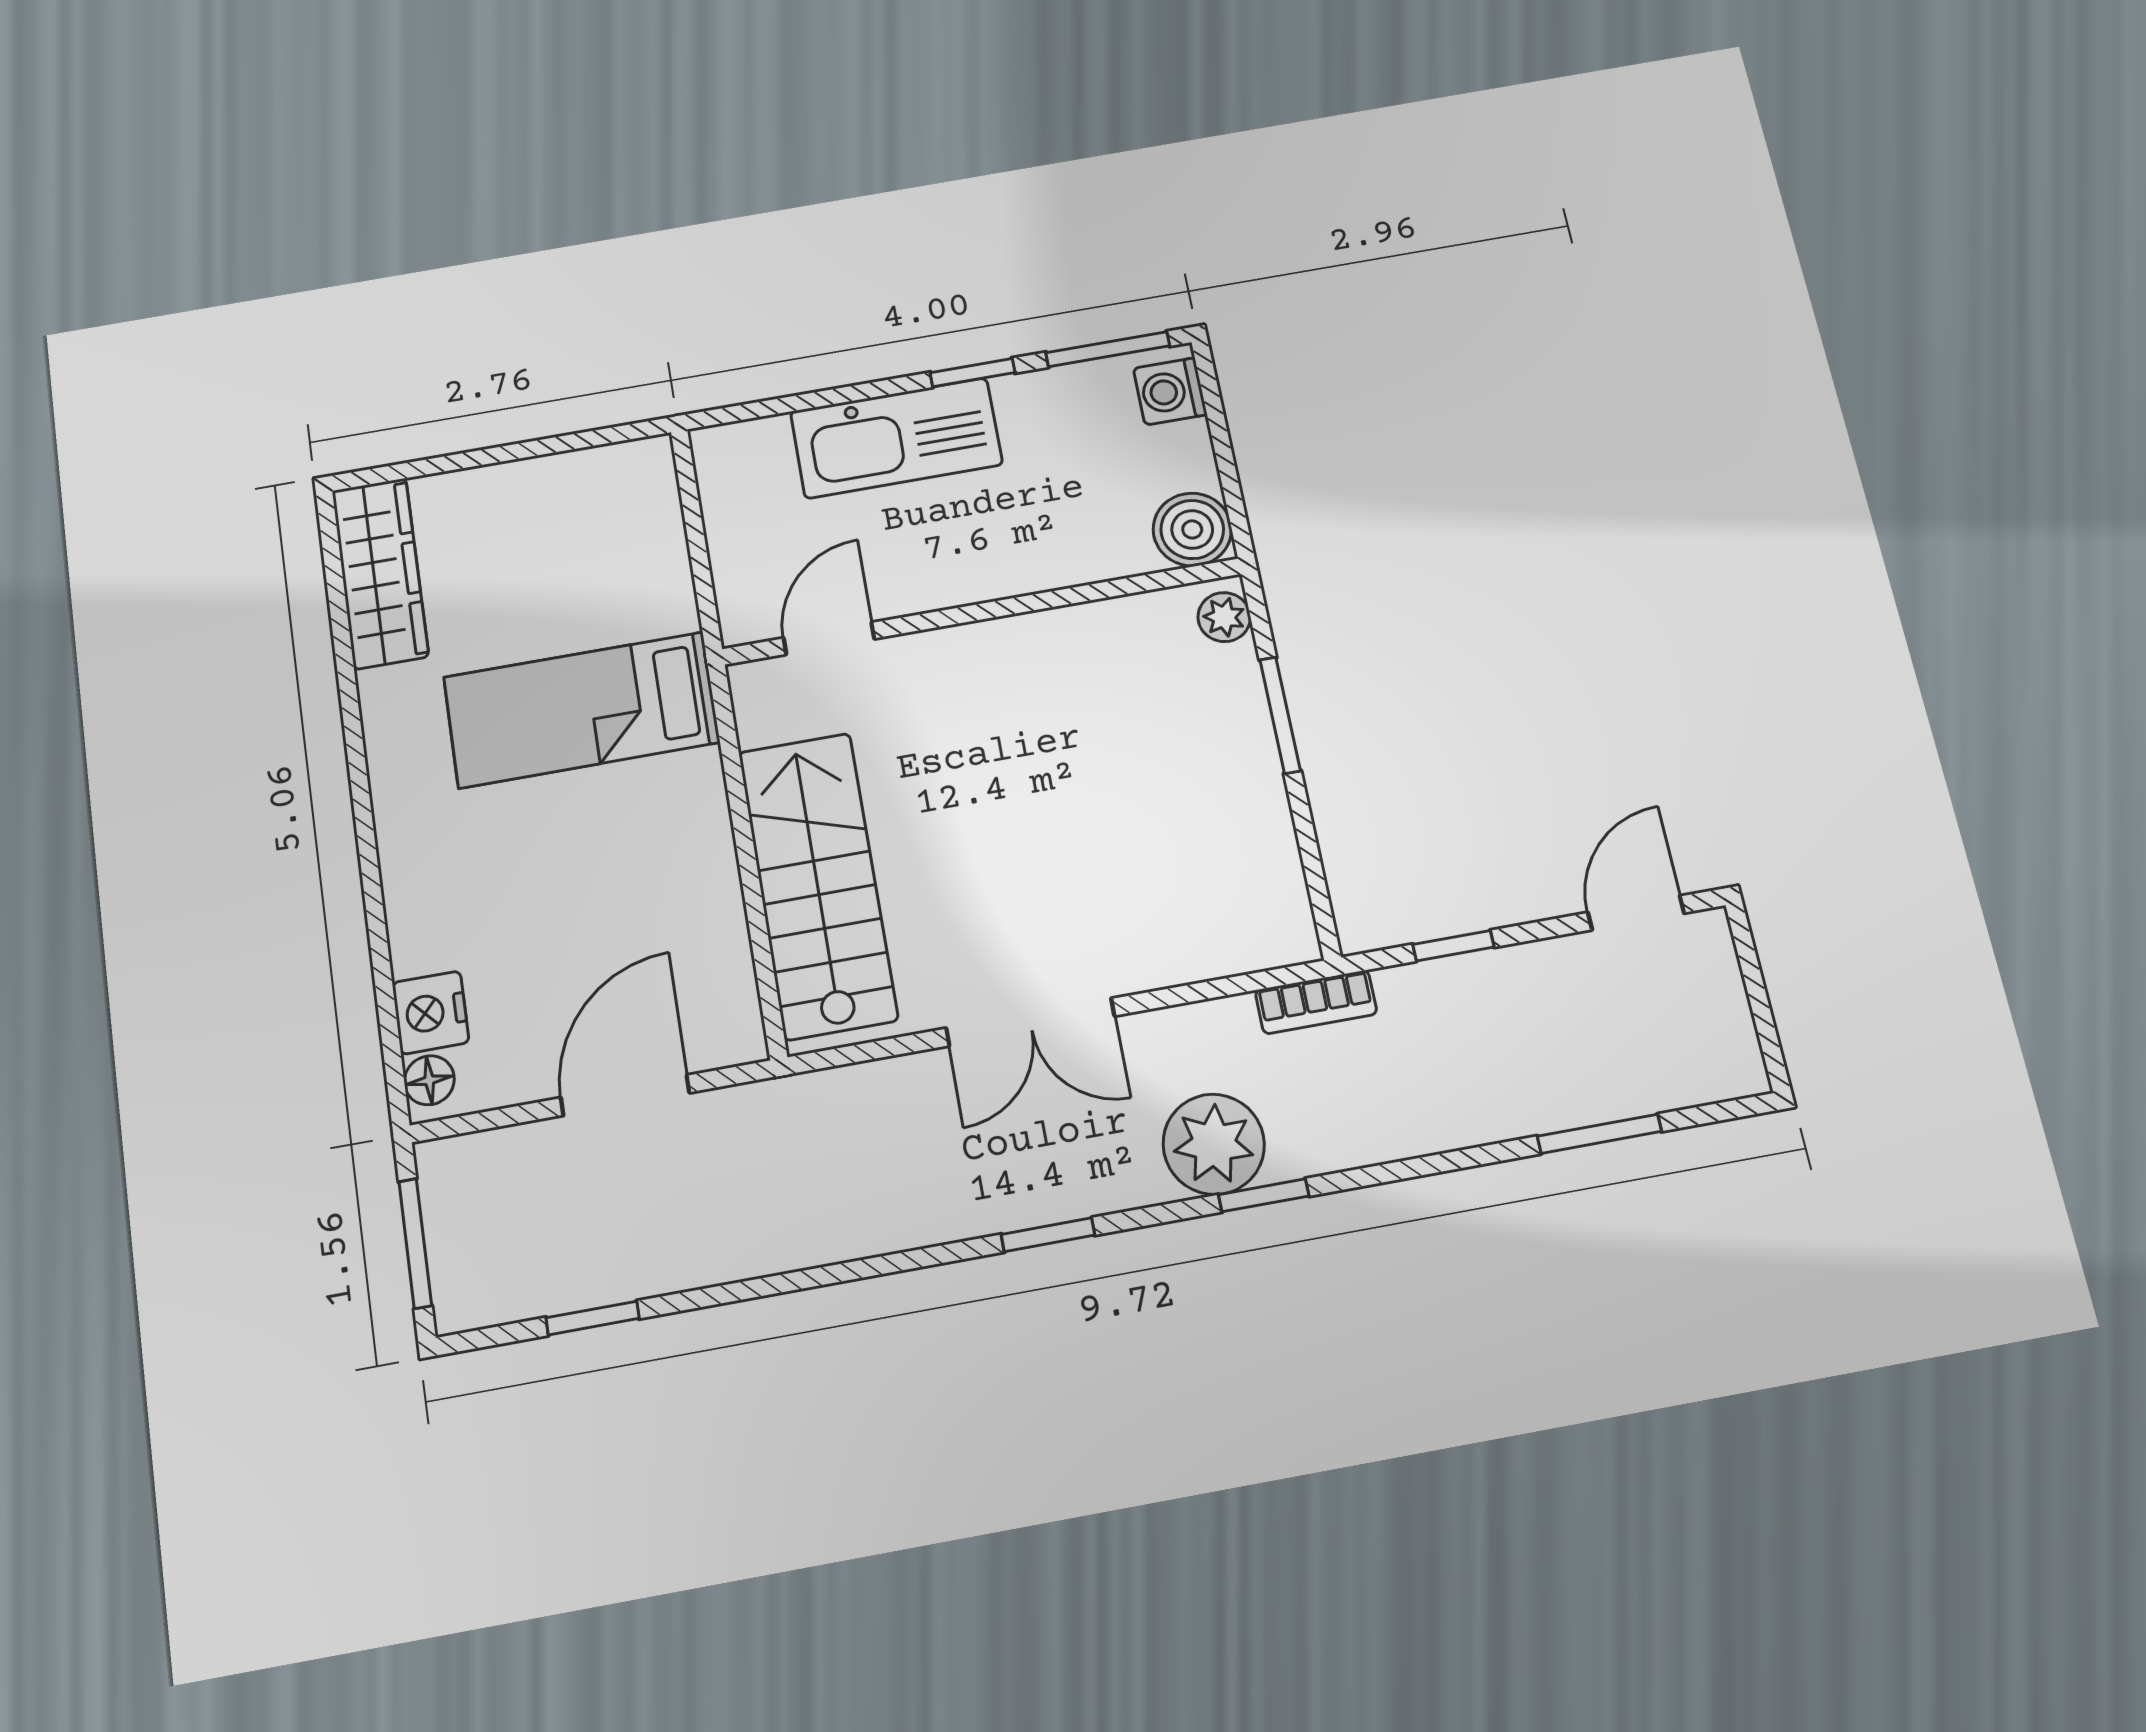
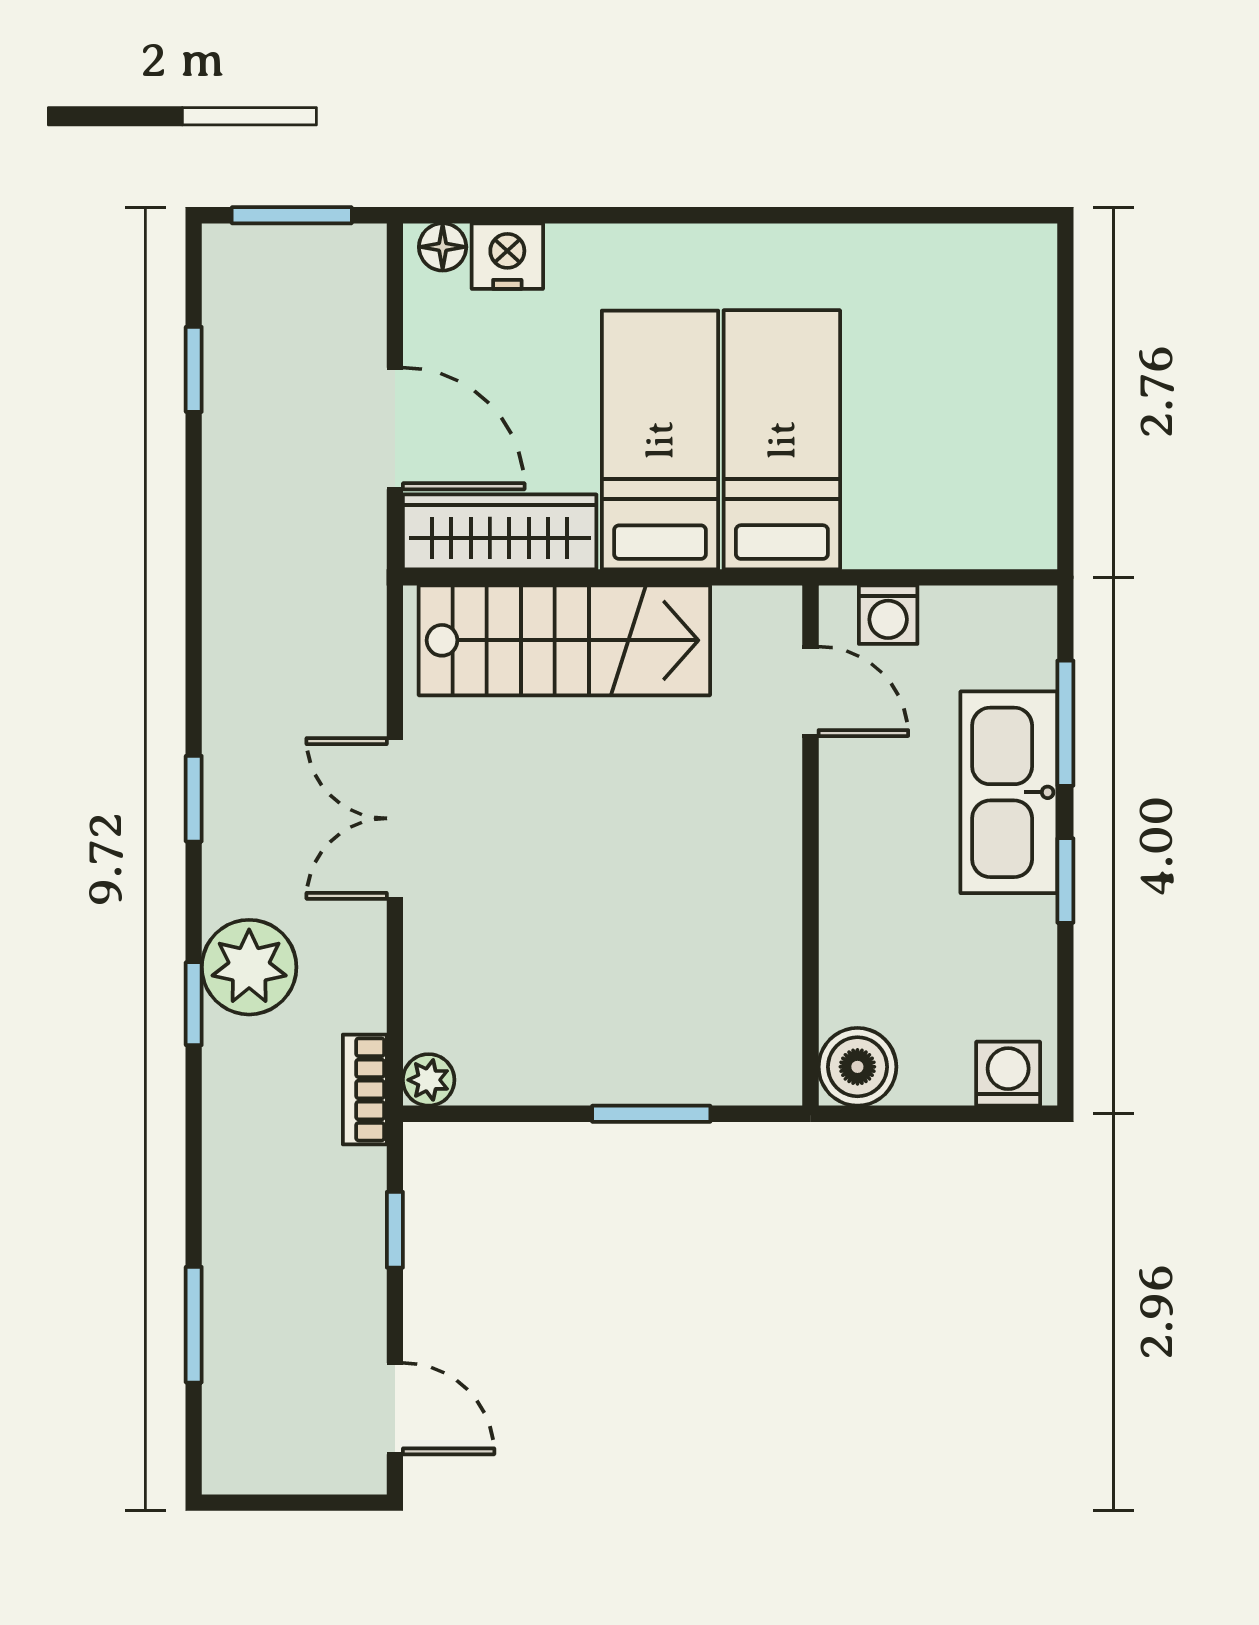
window: (1108, 349) -> (1065, 723), moved
wardrobe: (380, 573) -> (500, 532), moved, turned 180
washing machine: (741, 579) -> (888, 615), added
plant: (1224, 617) -> (429, 1080), moved
bed: (599, 827) -> (660, 440), added

